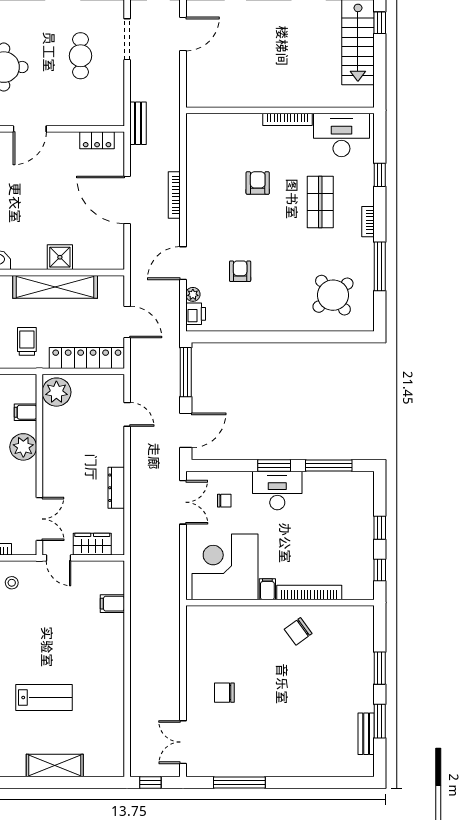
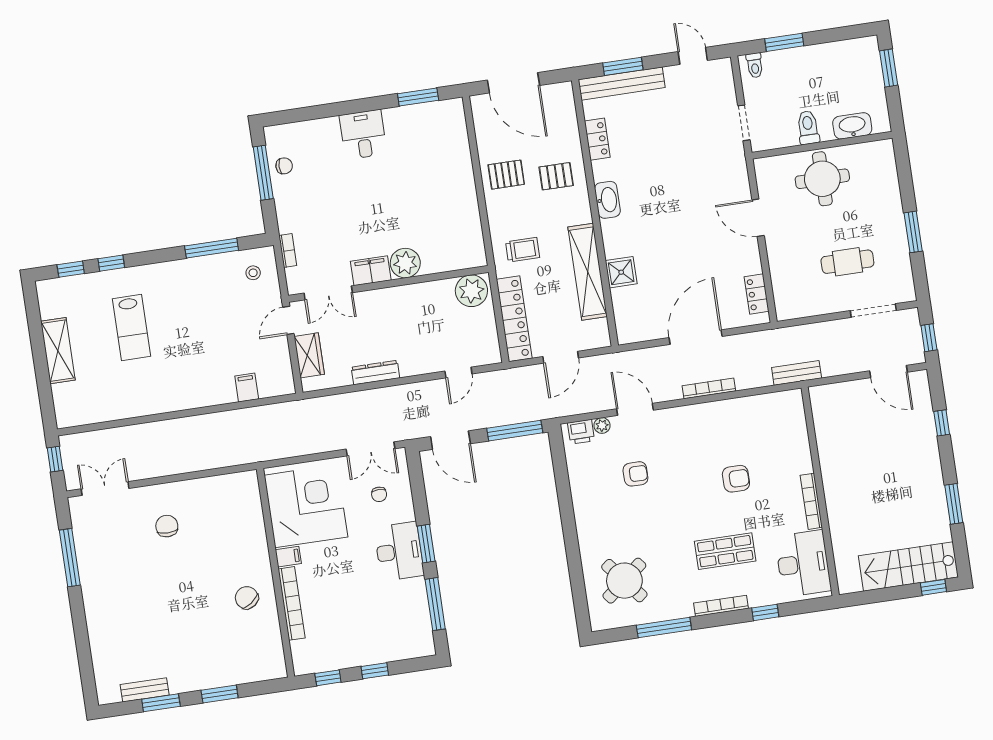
bench: (138, 123) -> (797, 373), moved
bookcase: (368, 222) -> (721, 606), width x1.56
filing cabinet: (25, 412) -> (371, 271), moved, width x2.00

